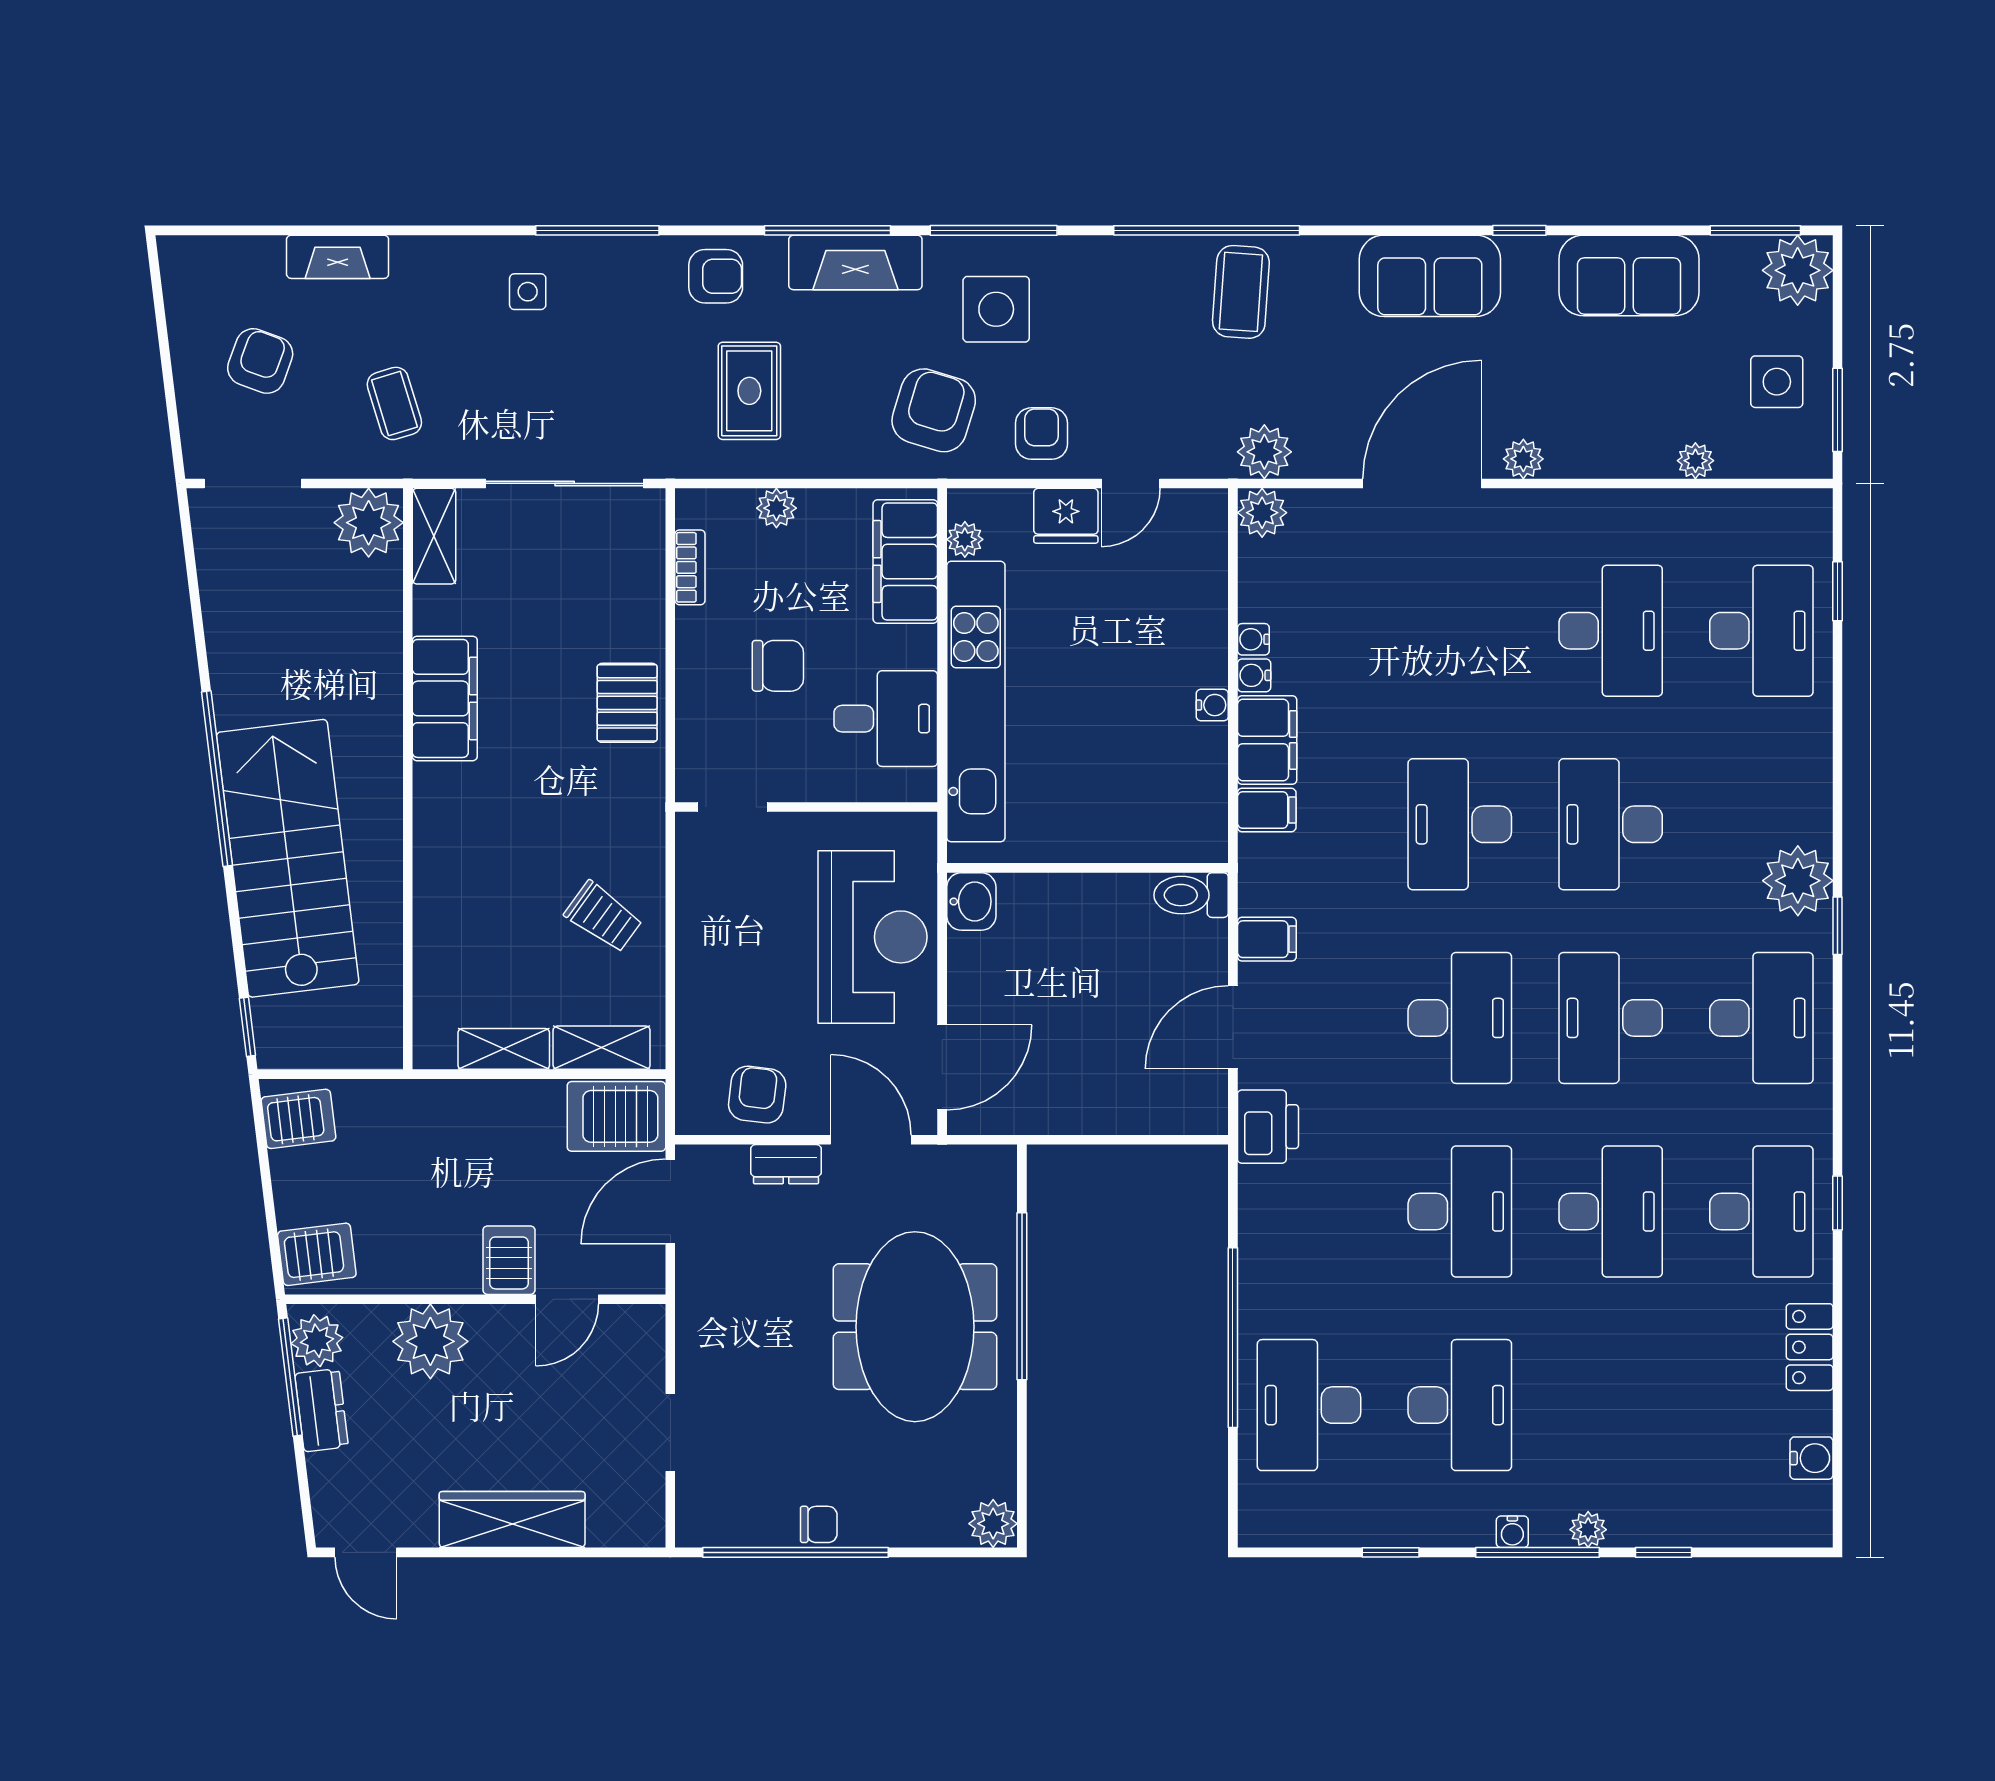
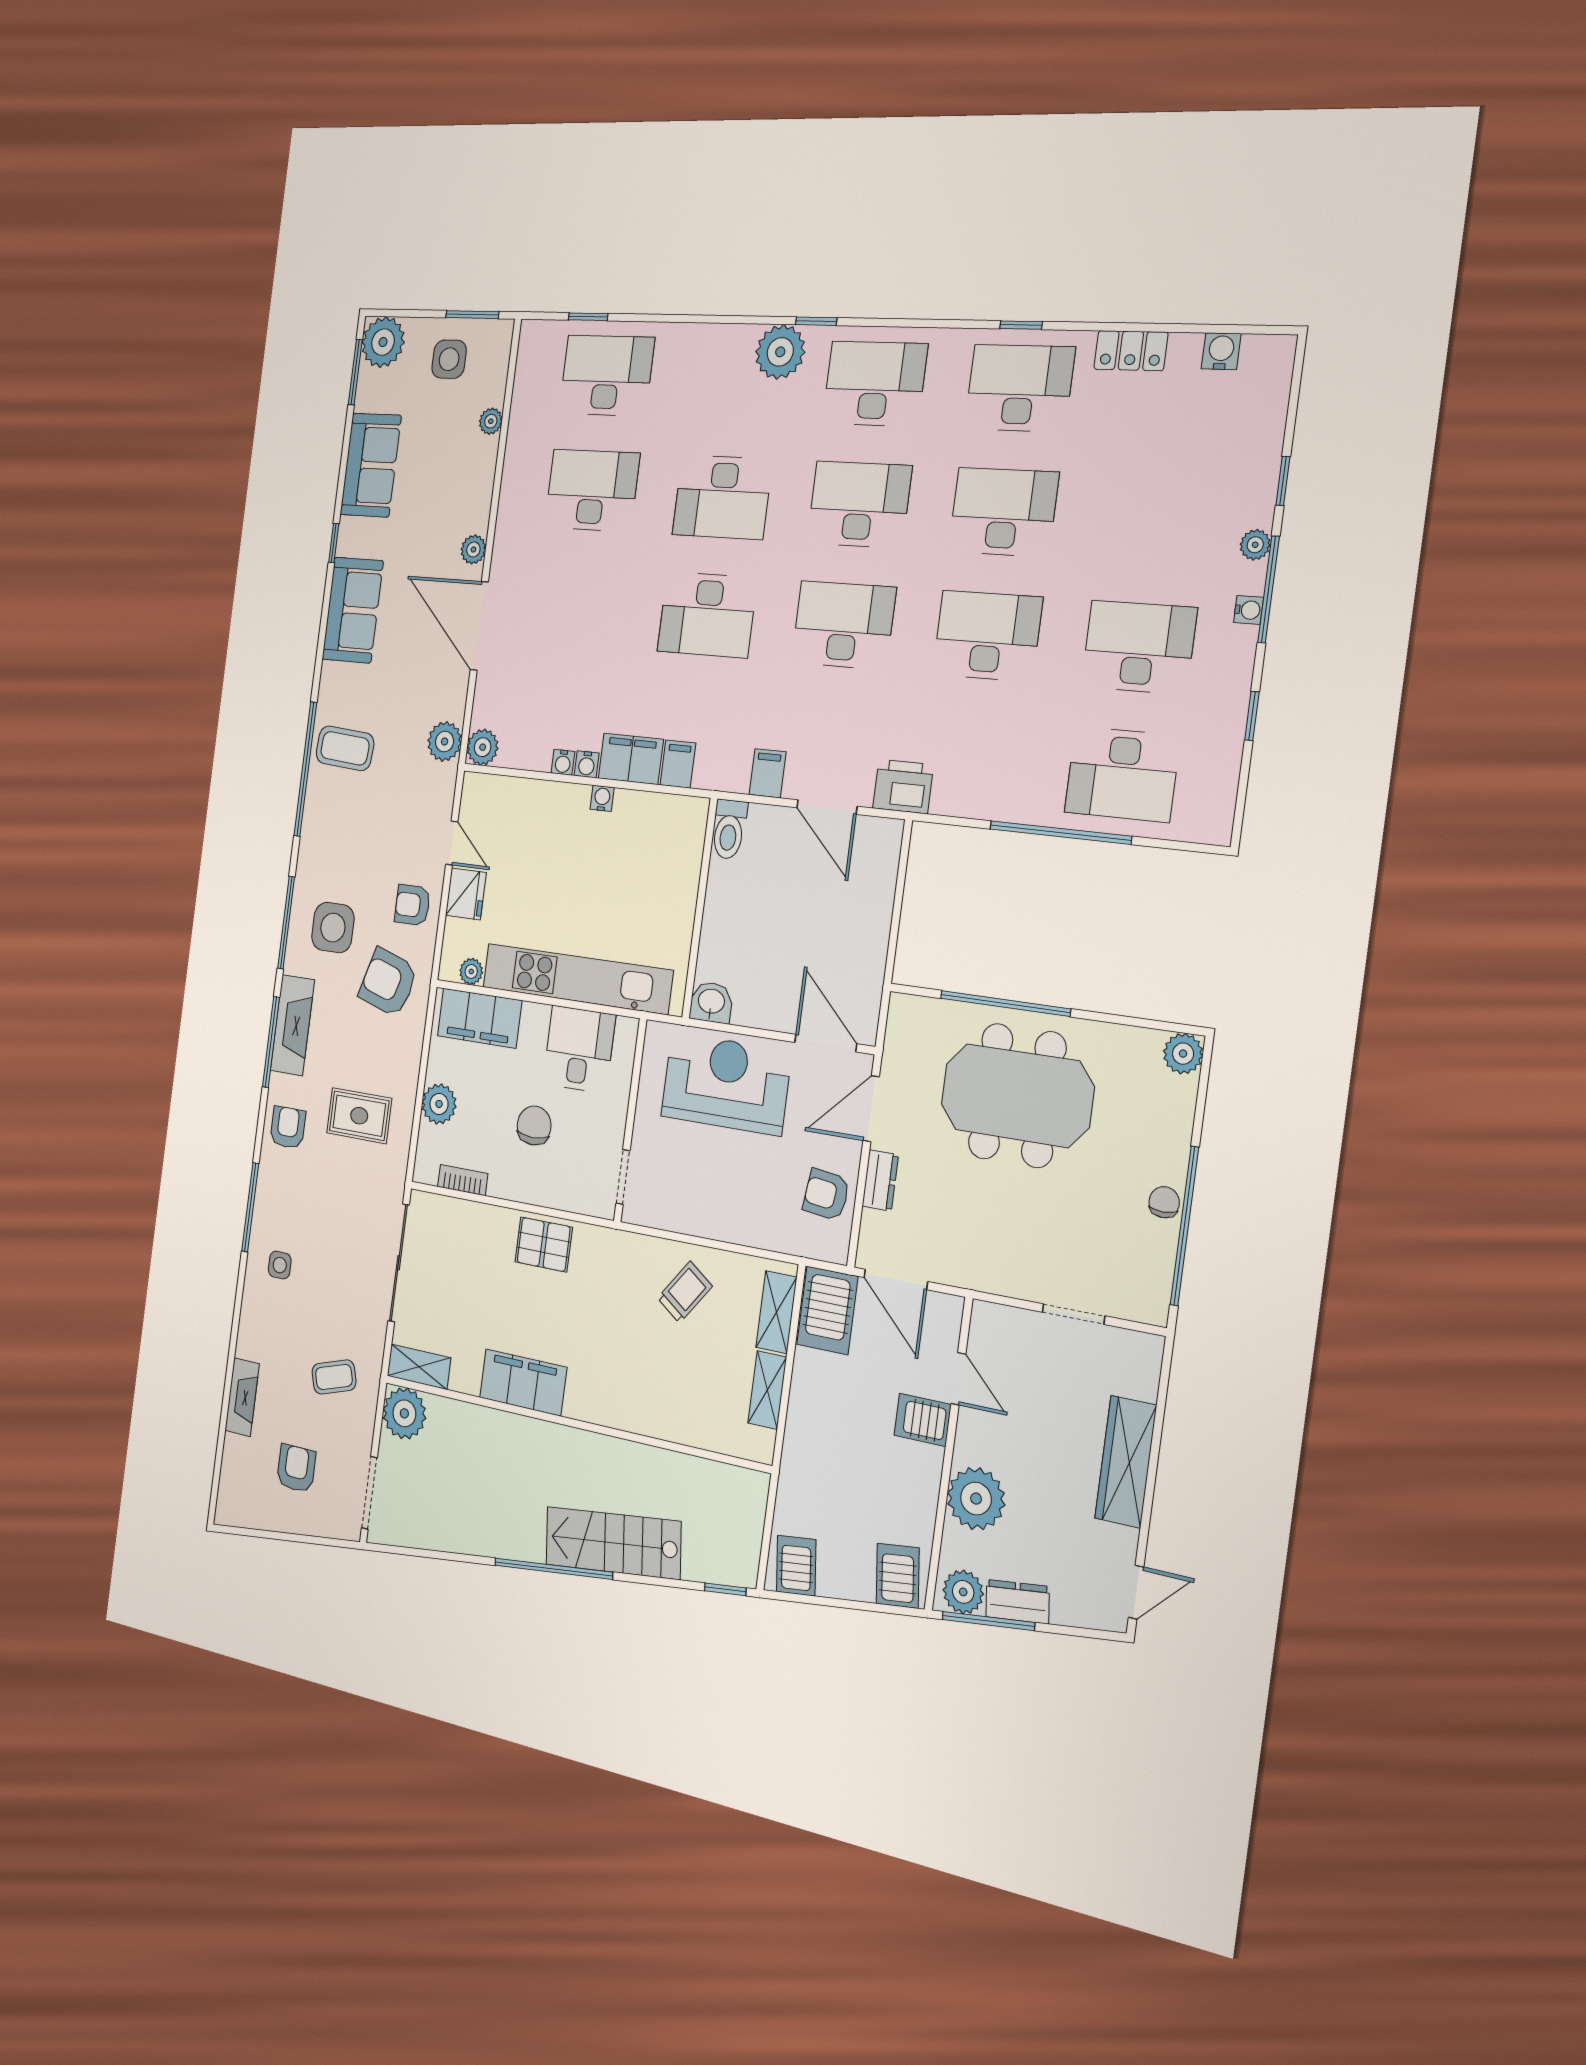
armchair: (260, 361) -> (296, 1468), turned 70
plant: (776, 508) -> (439, 1104), width x1.38, depth x1.38
stairs: (288, 858) -> (613, 1543), width x0.73, depth x0.66
desk: (1611, 1018) -> (859, 504), turned 180

